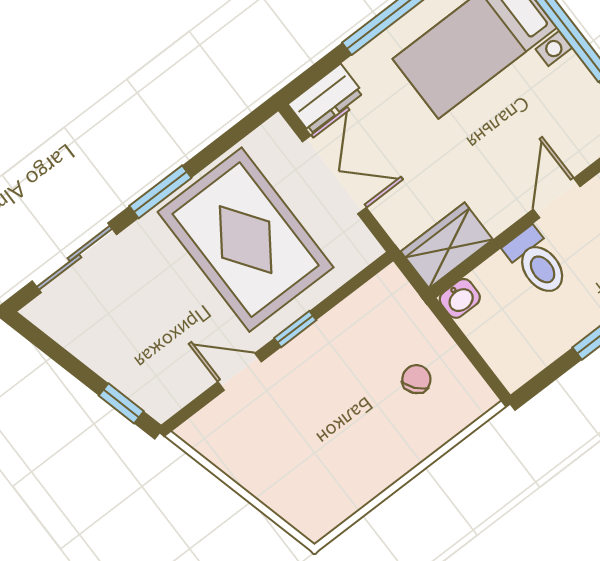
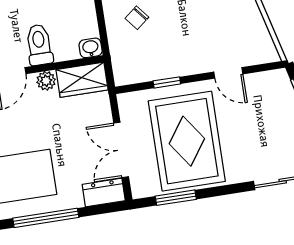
window: (160, 192) -> (176, 198), moved
plant: (498, 215) -> (46, 81), added
window: (295, 329) -> (167, 82), moved

